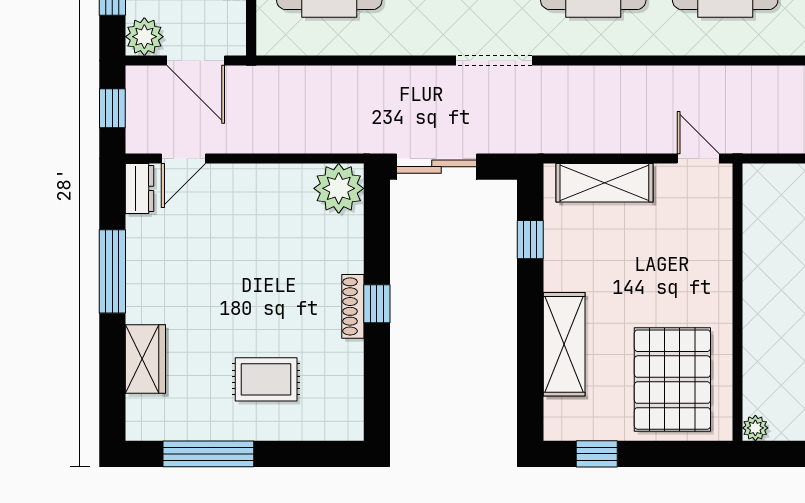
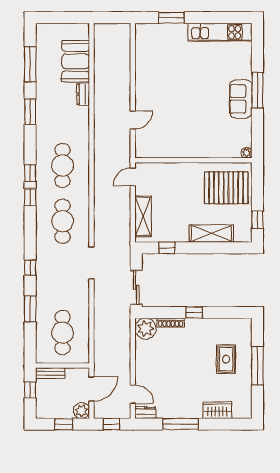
shoe rack: (353, 306) -> (171, 323), moved
window: (208, 454) -> (257, 366), moved

